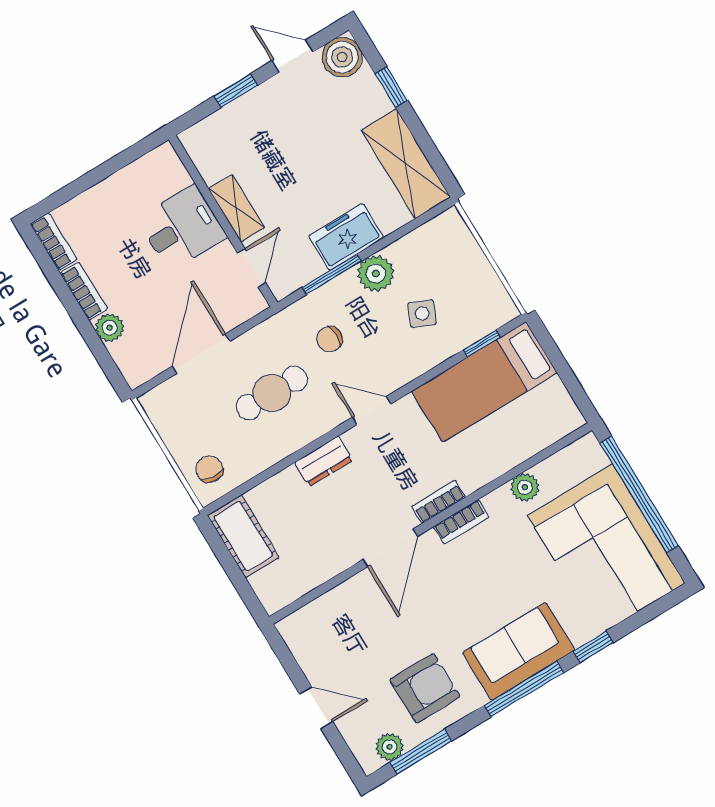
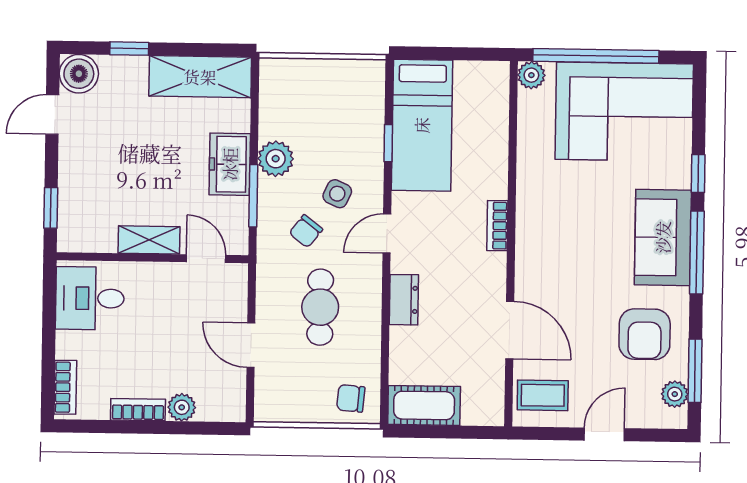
window: (236, 91) -> (51, 208), moved
desk: (182, 228) -> (90, 298), moved, turned -90
bookcase: (54, 242) -> (65, 387), moved, turned 90
side table: (422, 314) -> (337, 194), moved
chair: (330, 339) -> (306, 231), turned 38
window: (482, 344) -> (388, 143), moved
door: (201, 354) -> (251, 345), width x0.73
plant: (525, 487) -> (531, 75), moved
bookcase: (461, 522) -> (526, 218), removed
door: (390, 548) -> (510, 330), moved
coffee table: (317, 633) -> (543, 395), added
armchair: (425, 688) -> (645, 334), turned 180

